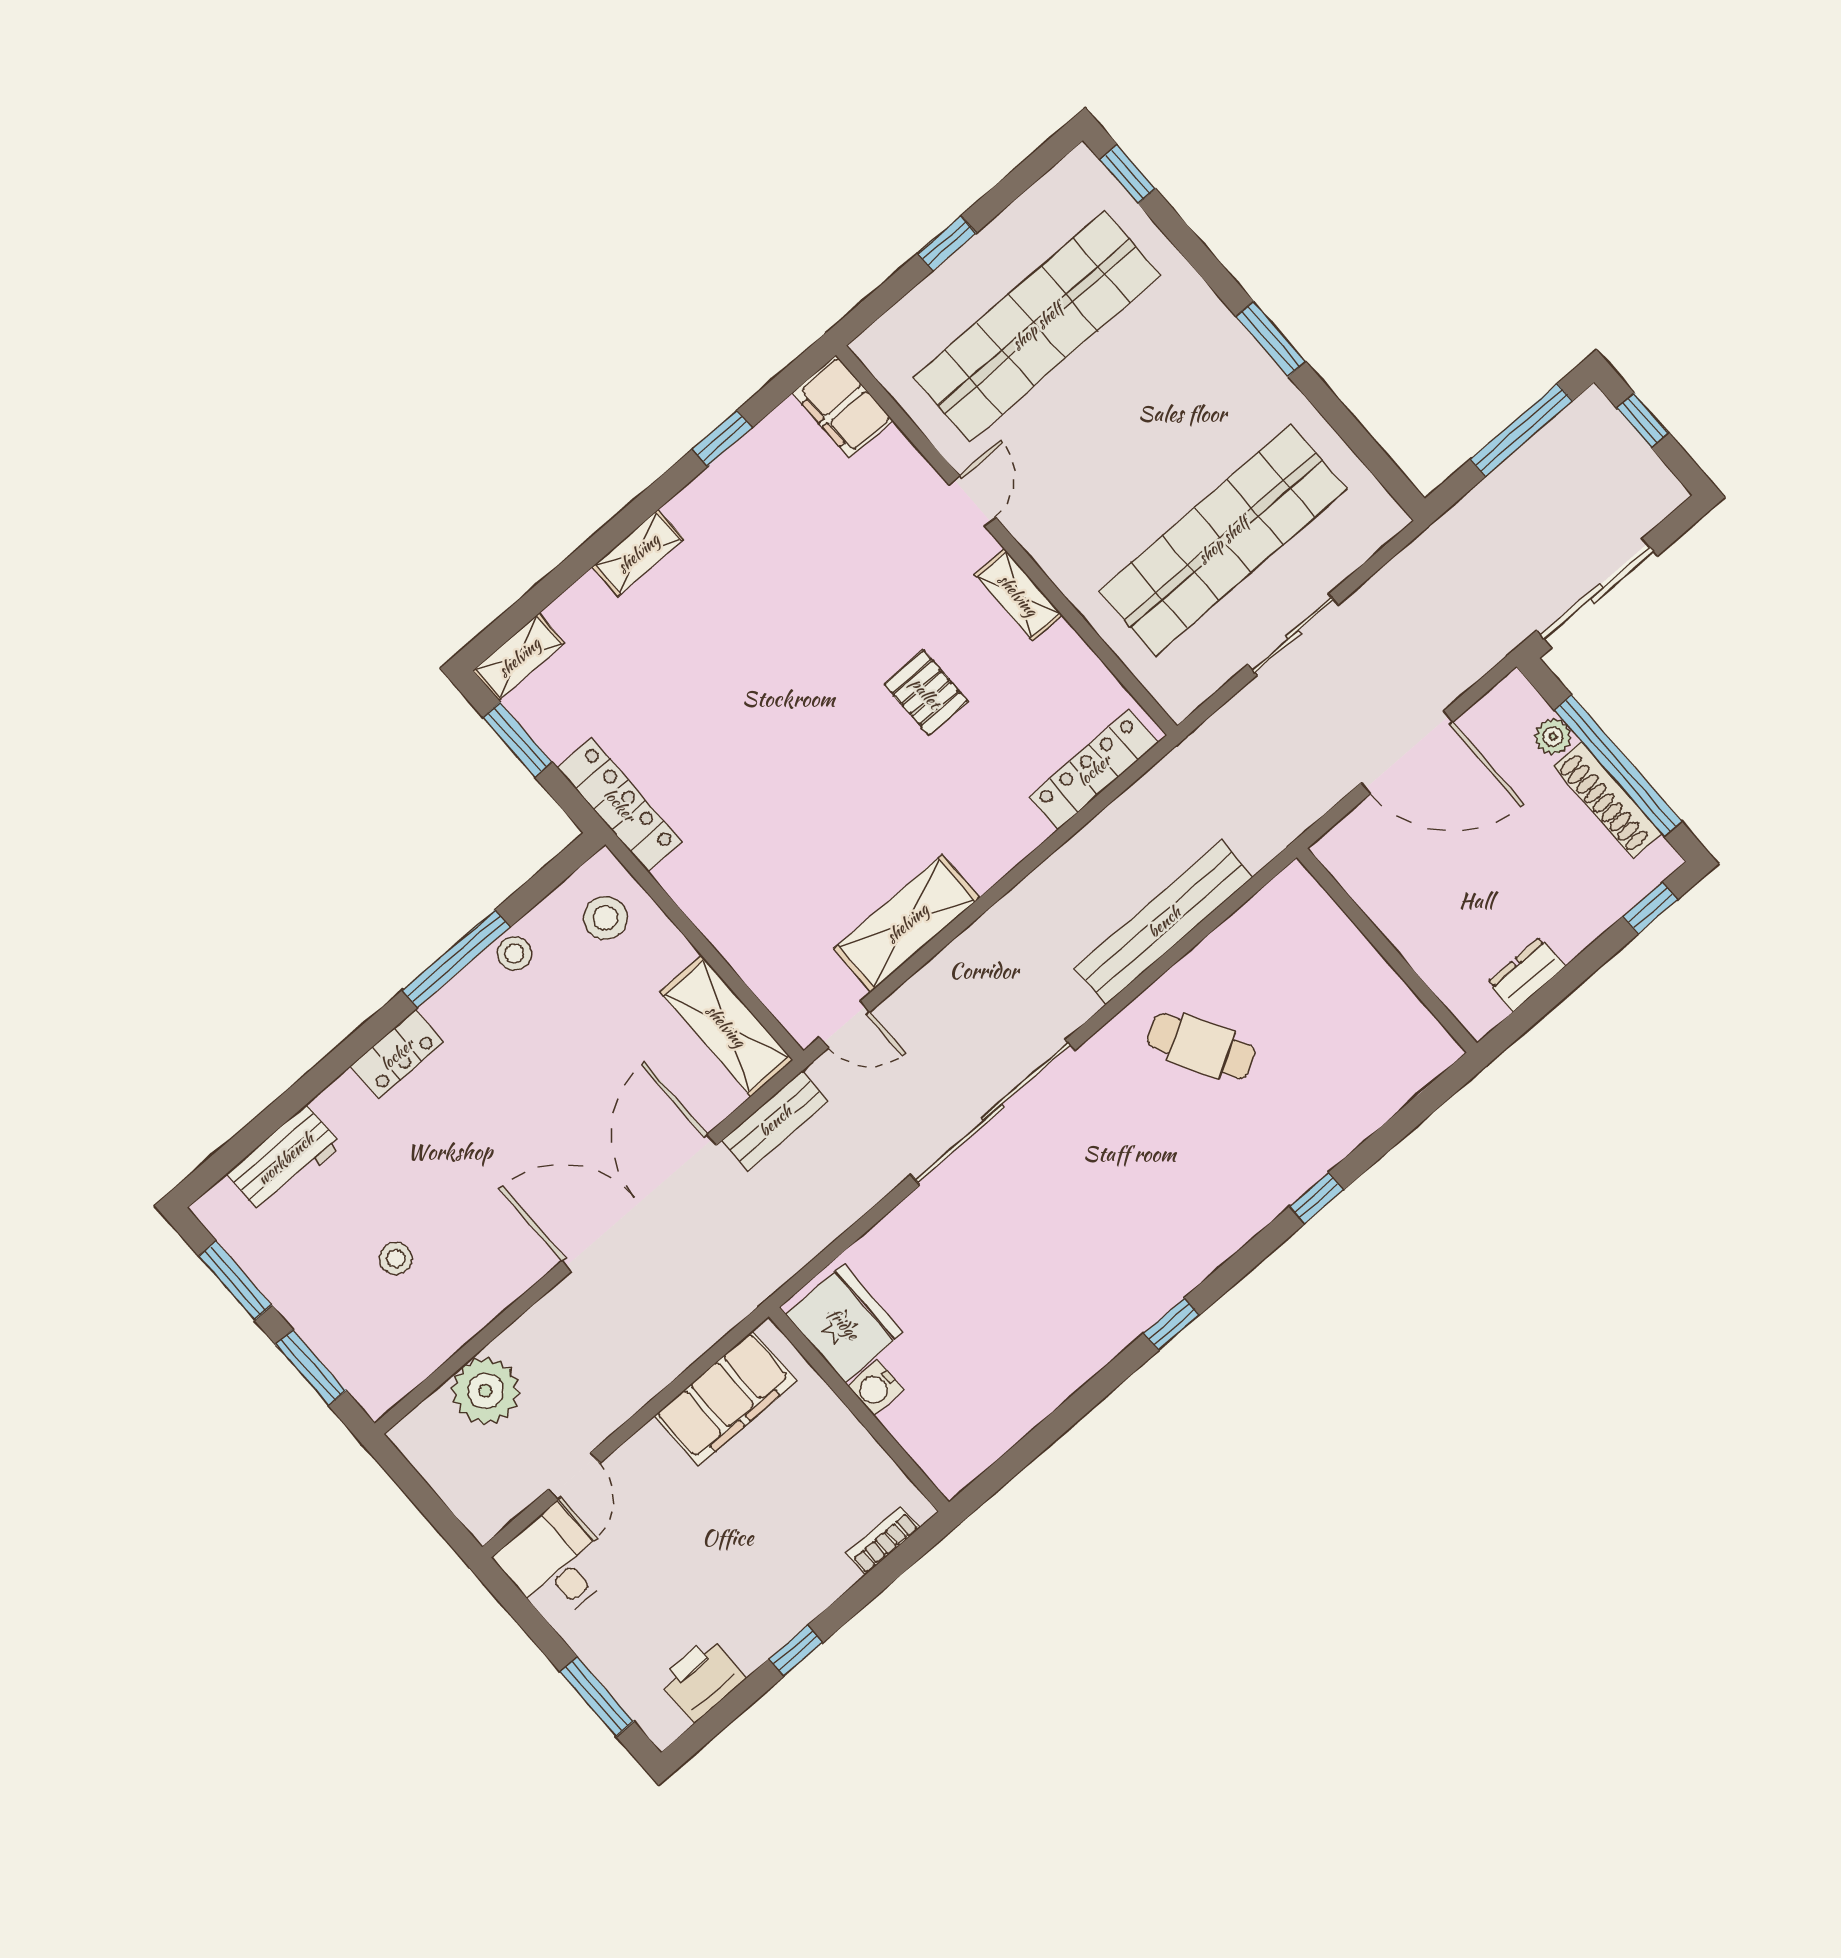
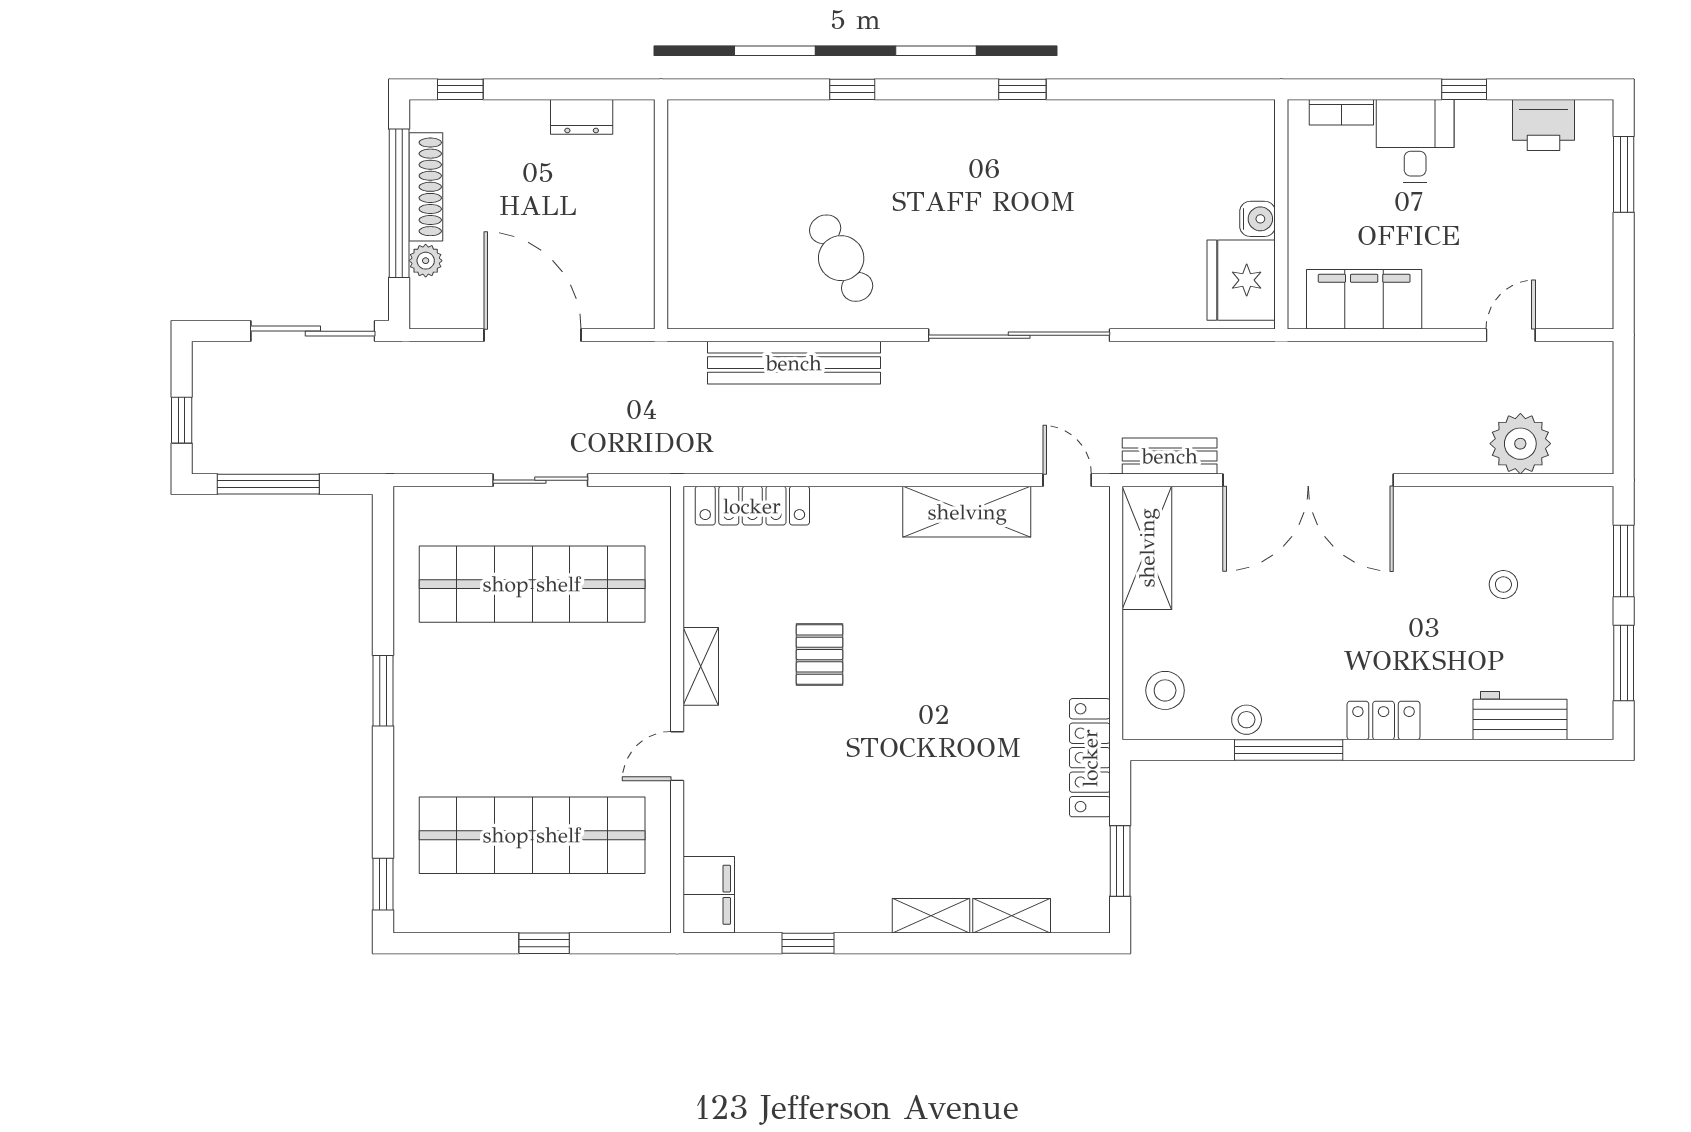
shelving: (519, 657) -> (1012, 916), moved
desk: (555, 1564) -> (1415, 141), moved, turned 180

